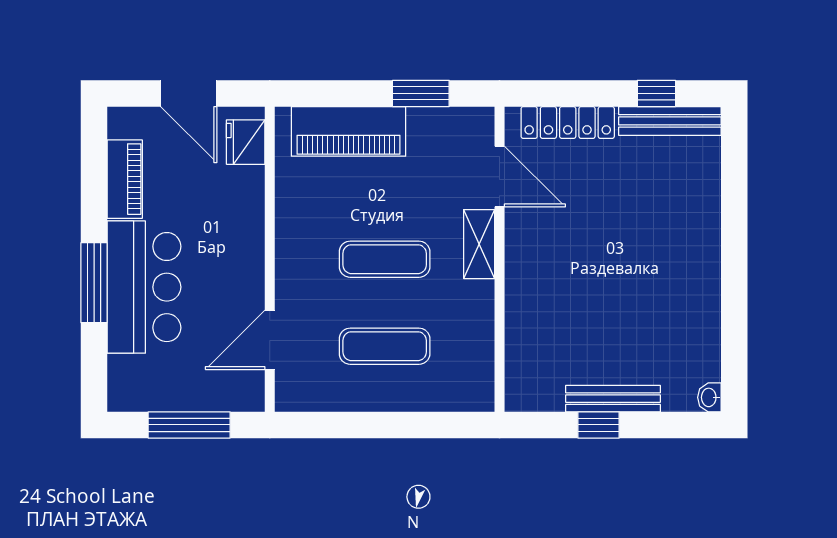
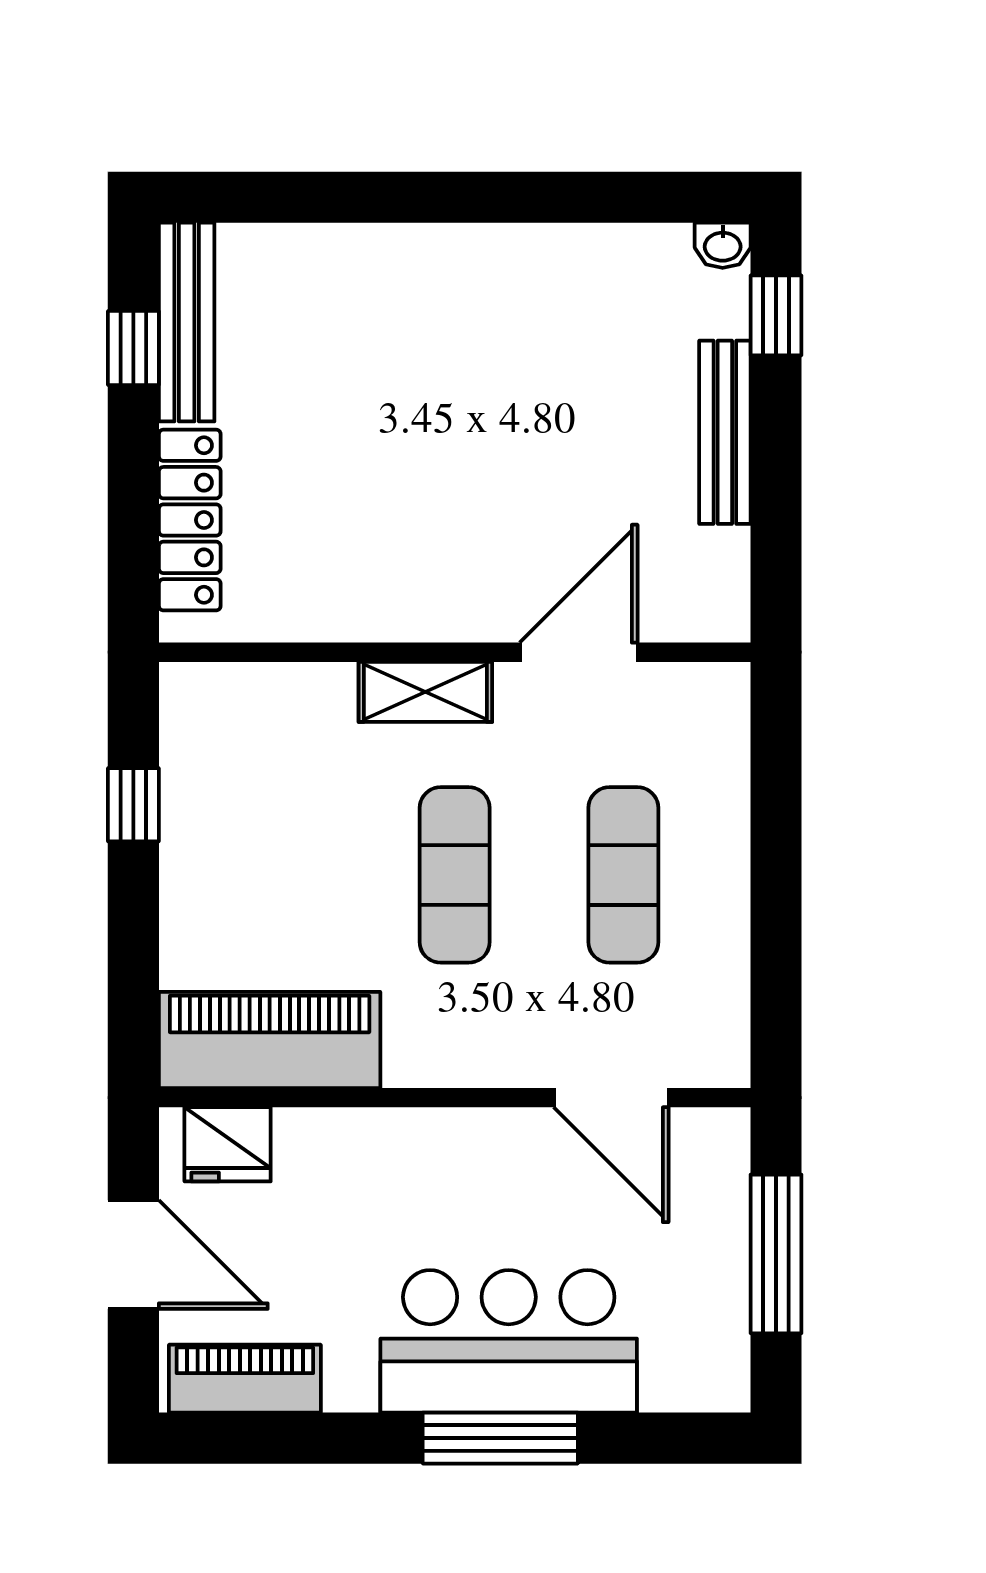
door: (189, 93) -> (133, 1255), hinge flipped
window: (421, 93) -> (133, 805), width x0.67
piano: (349, 131) -> (270, 1040), moved, turned -90
door: (499, 177) -> (579, 652), moved
piano: (125, 179) -> (245, 1379), moved
window: (599, 425) -> (776, 315), moved

